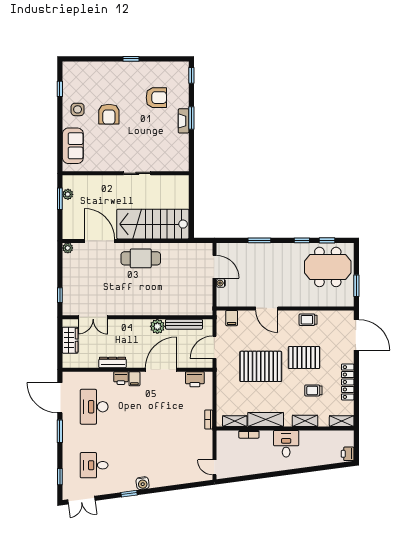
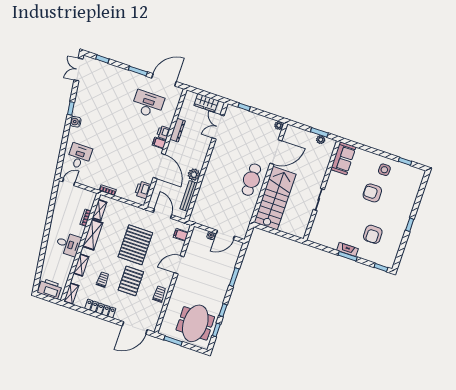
sofa: (73, 146) -> (343, 158), moved, turned -90
printer: (348, 454) -> (50, 289), width x1.87, depth x1.48
desk: (94, 465) -> (79, 156), moved

